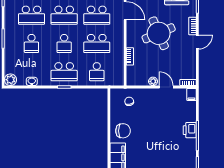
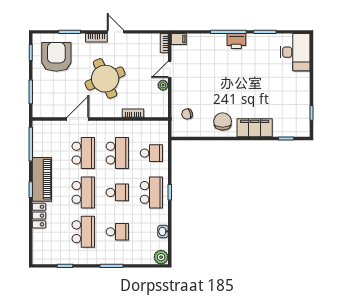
printer: (190, 130) -> (236, 41), moved

